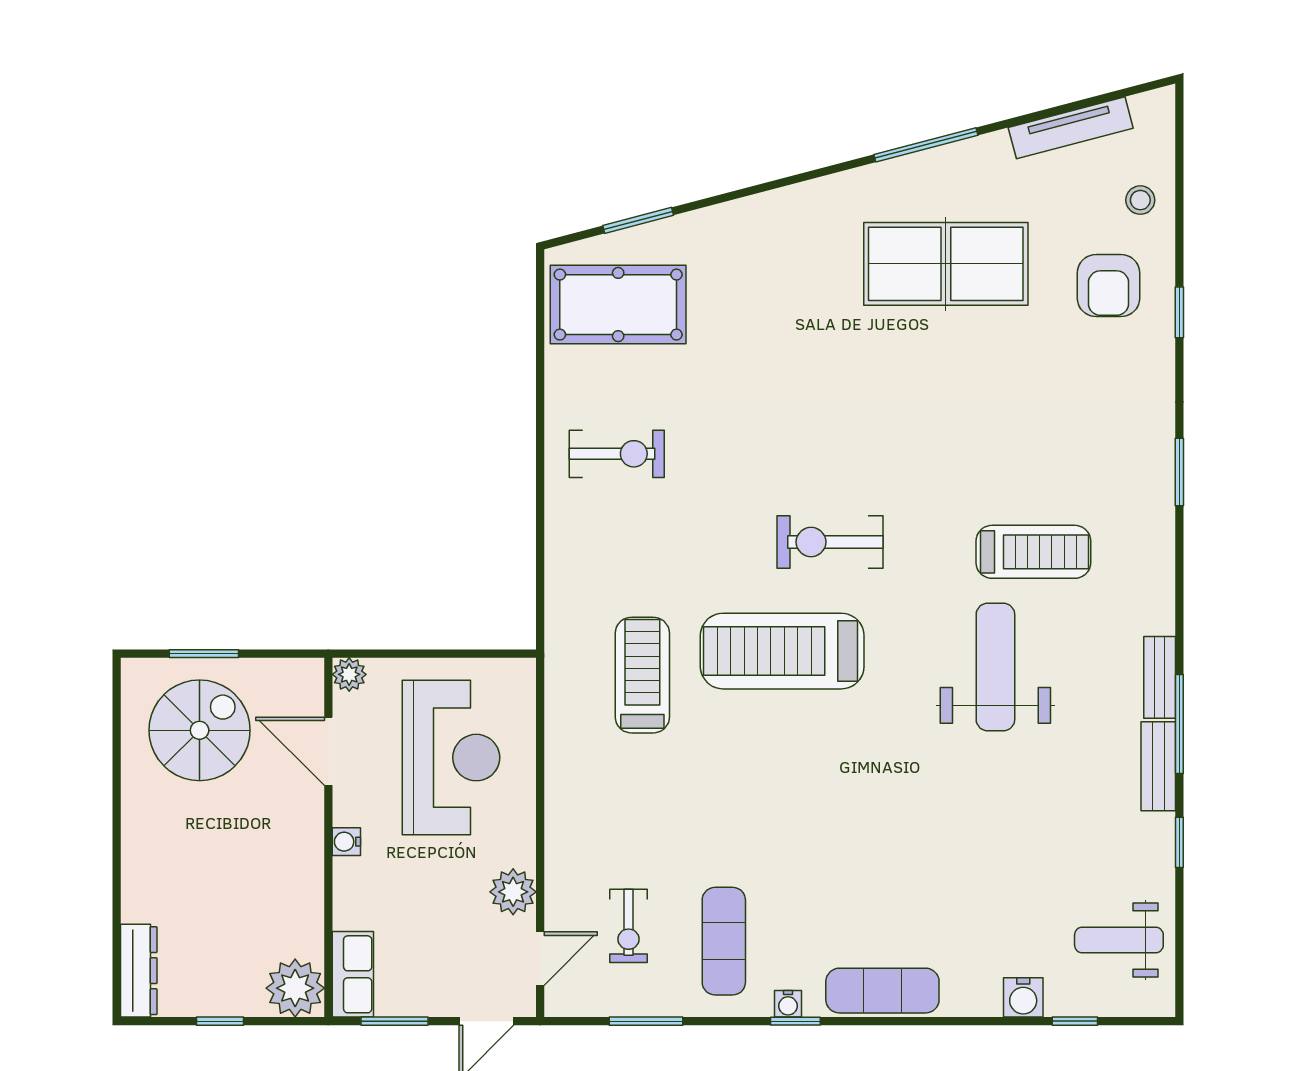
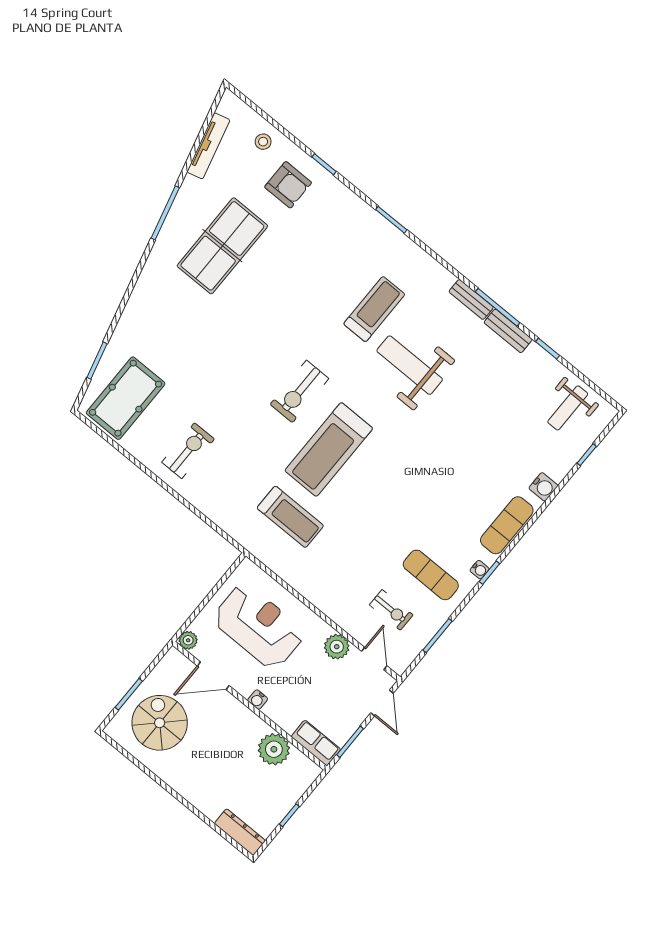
treadmill: (642, 675) -> (290, 517), turned 180
plant: (295, 988) -> (274, 749), moved
water cooler: (1023, 997) -> (543, 487), moved

